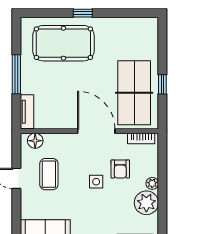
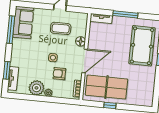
floor lamp: (35, 141) -> (81, 41), moved

